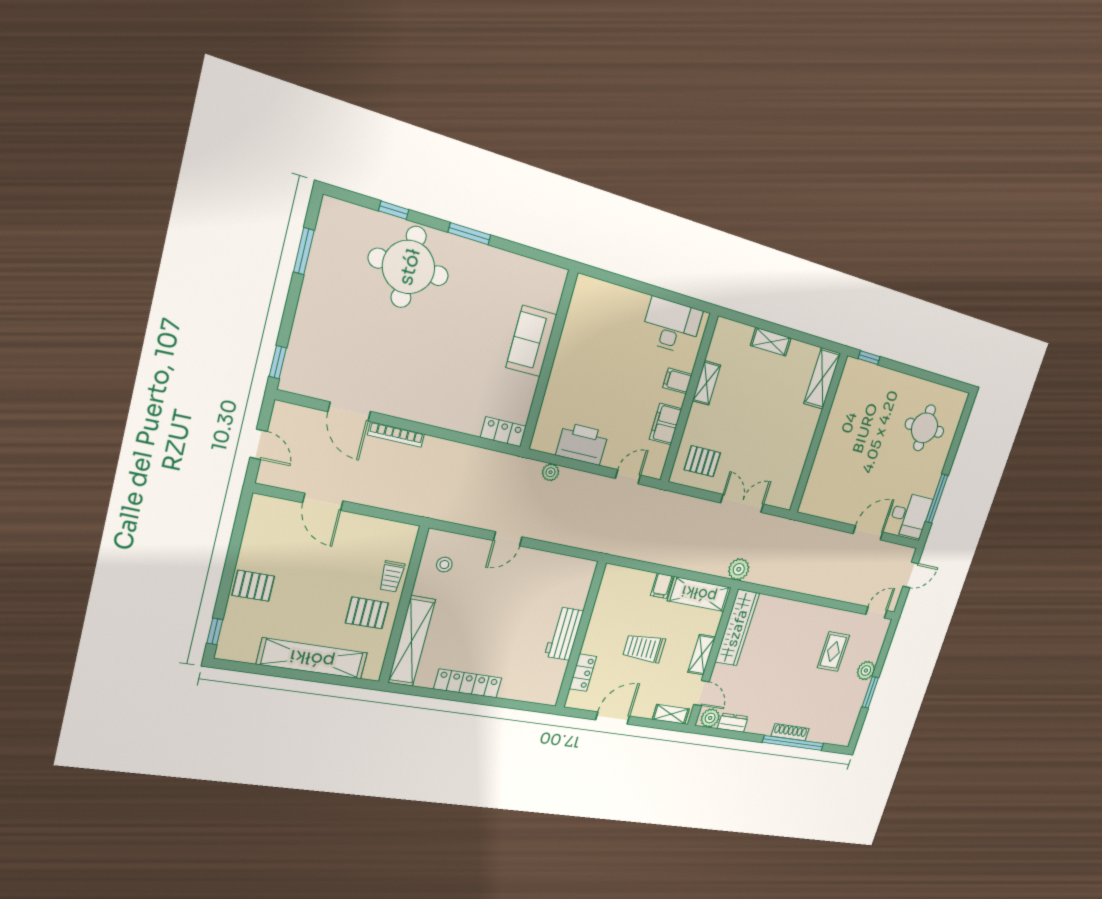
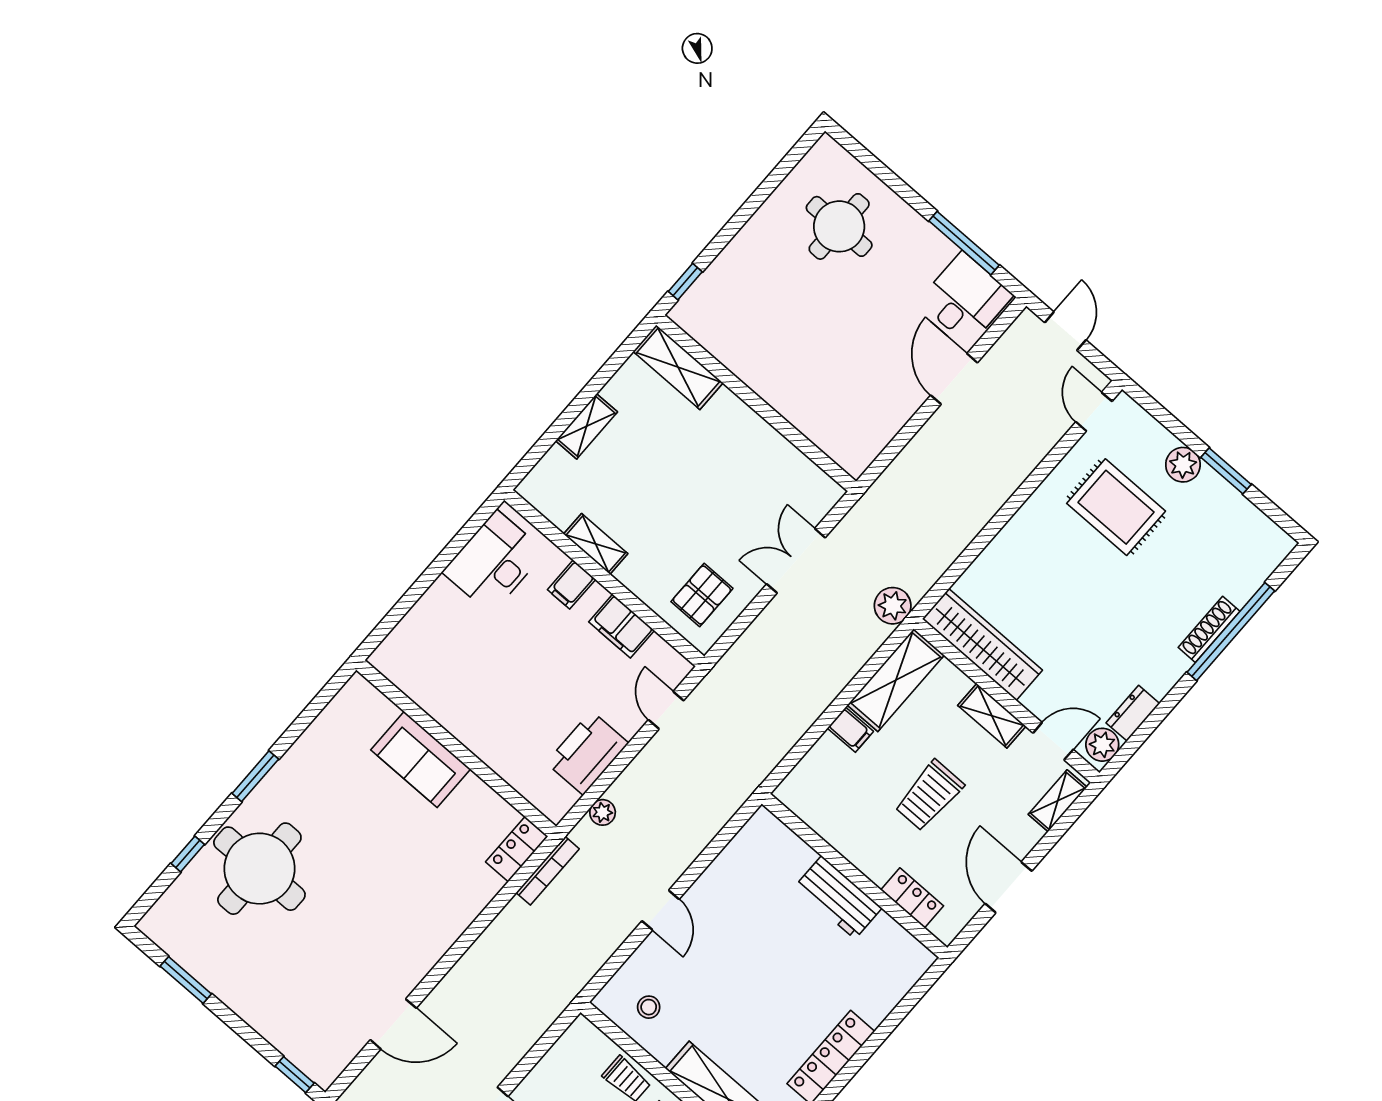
bookcase: (396, 435) -> (548, 871), moved
rug: (833, 651) -> (1116, 507), width x1.36, depth x1.43

